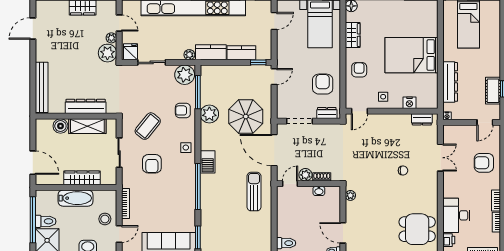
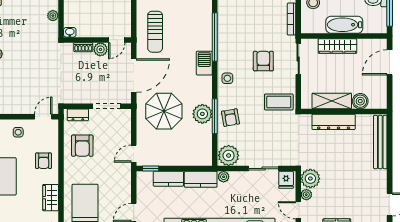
window: (198, 92) -> (215, 116), moved
armchair: (183, 110) -> (230, 118), turned 80
coffee table: (148, 126) -> (279, 102), moved, turned 51
door: (274, 150) -> (134, 76), hinge flipped
sliding door: (119, 153) -> (298, 59), moved
door: (33, 163) -> (390, 62), hinge flipped
washbasin: (319, 191) -> (70, 32), moved
plant: (350, 195) -> (53, 16), moved

